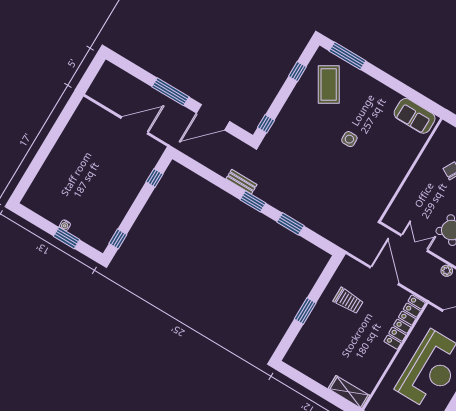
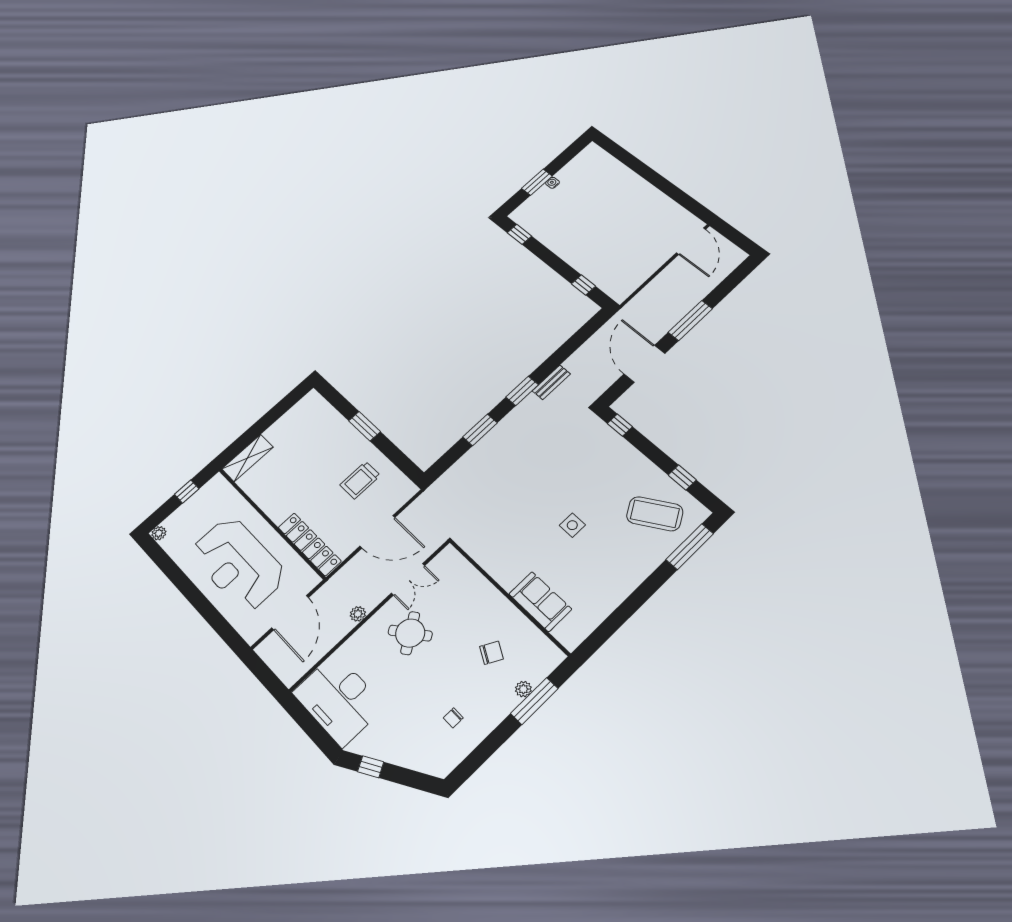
sofa: (415, 116) -> (540, 602), moved, turned 90
door: (135, 125) -> (691, 241), moved

